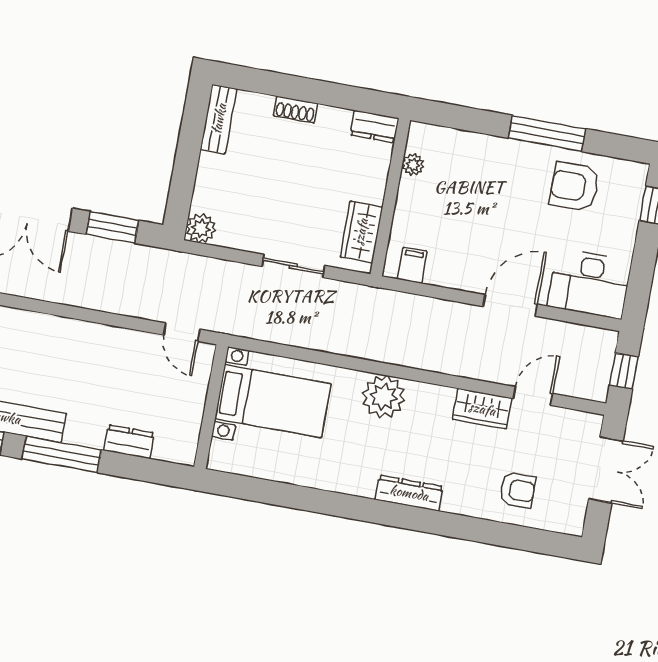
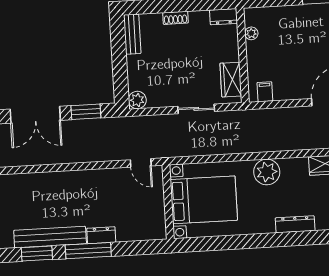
bed with nightstands: (273, 401) -> (204, 200), width x1.36
dresser: (129, 442) -> (101, 235), moved

